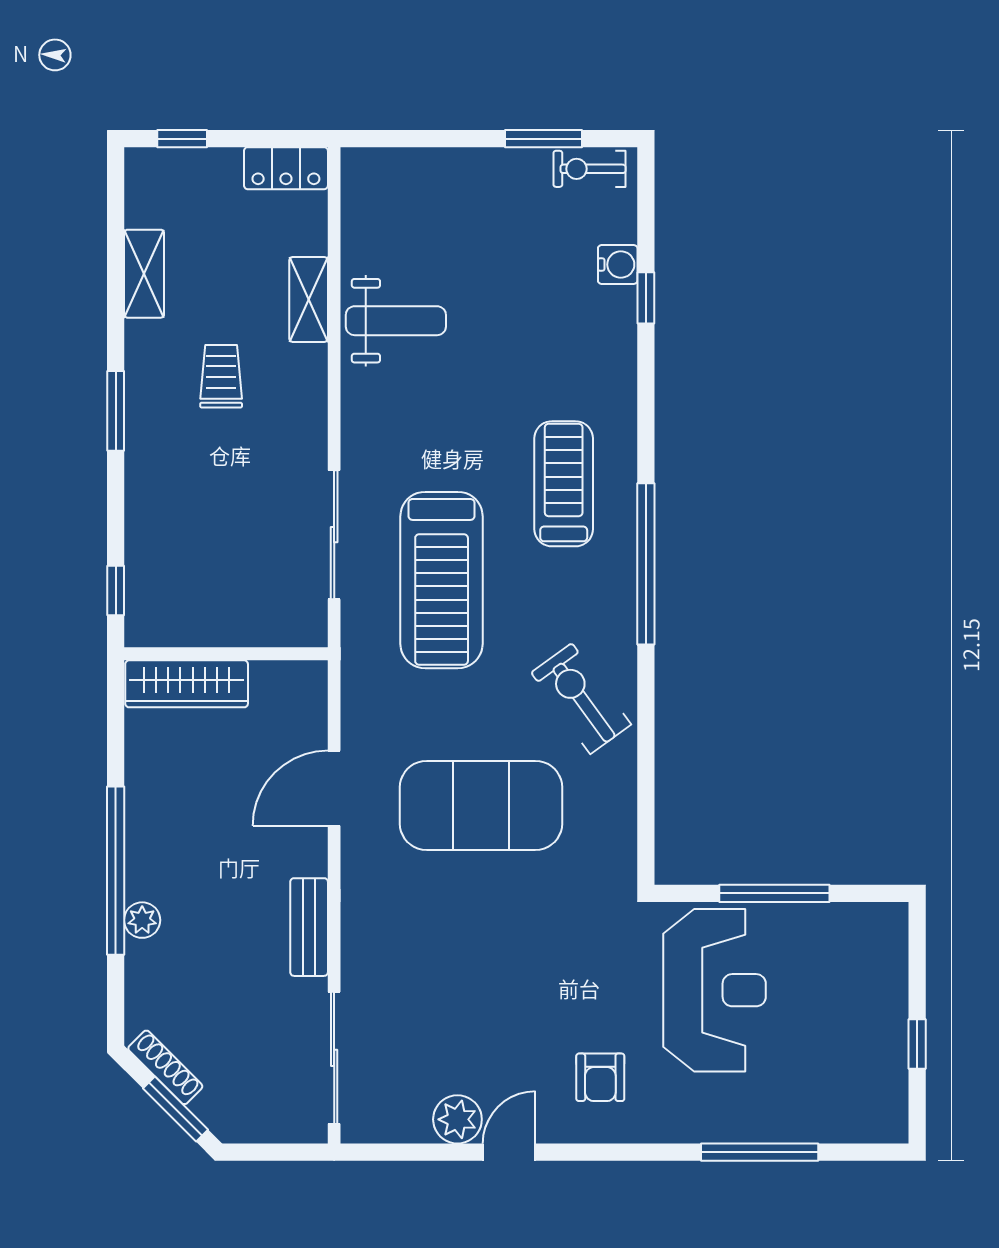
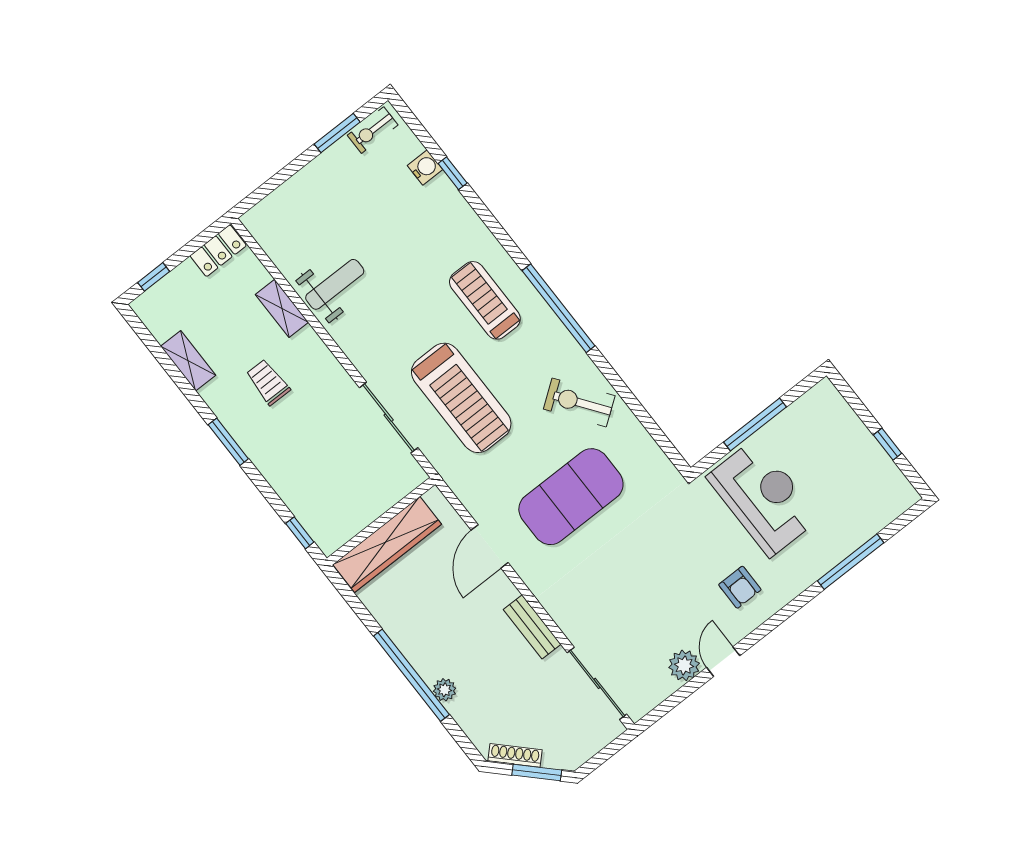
wardrobe: (187, 684) -> (387, 544), width x1.40, depth x1.17

